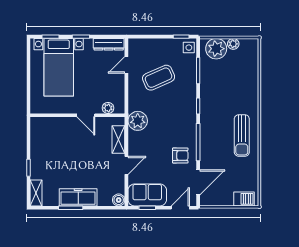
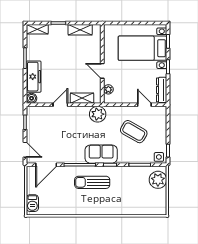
plant: (233, 44) -> (162, 194), removed
coffee table: (159, 78) -> (134, 132), turned -36
door: (86, 115) -> (102, 71), hinge flipped
sun lounger: (242, 136) -> (92, 182), moved
shelving: (37, 142) -> (80, 30), added
armchair: (180, 155) -> (69, 150), removed
door: (126, 165) -> (60, 105), swing flipped
door: (198, 182) -> (46, 165), hinge flipped
sofa: (147, 195) -> (101, 154), moved, turned -90
freezer: (78, 197) -> (34, 77), moved

